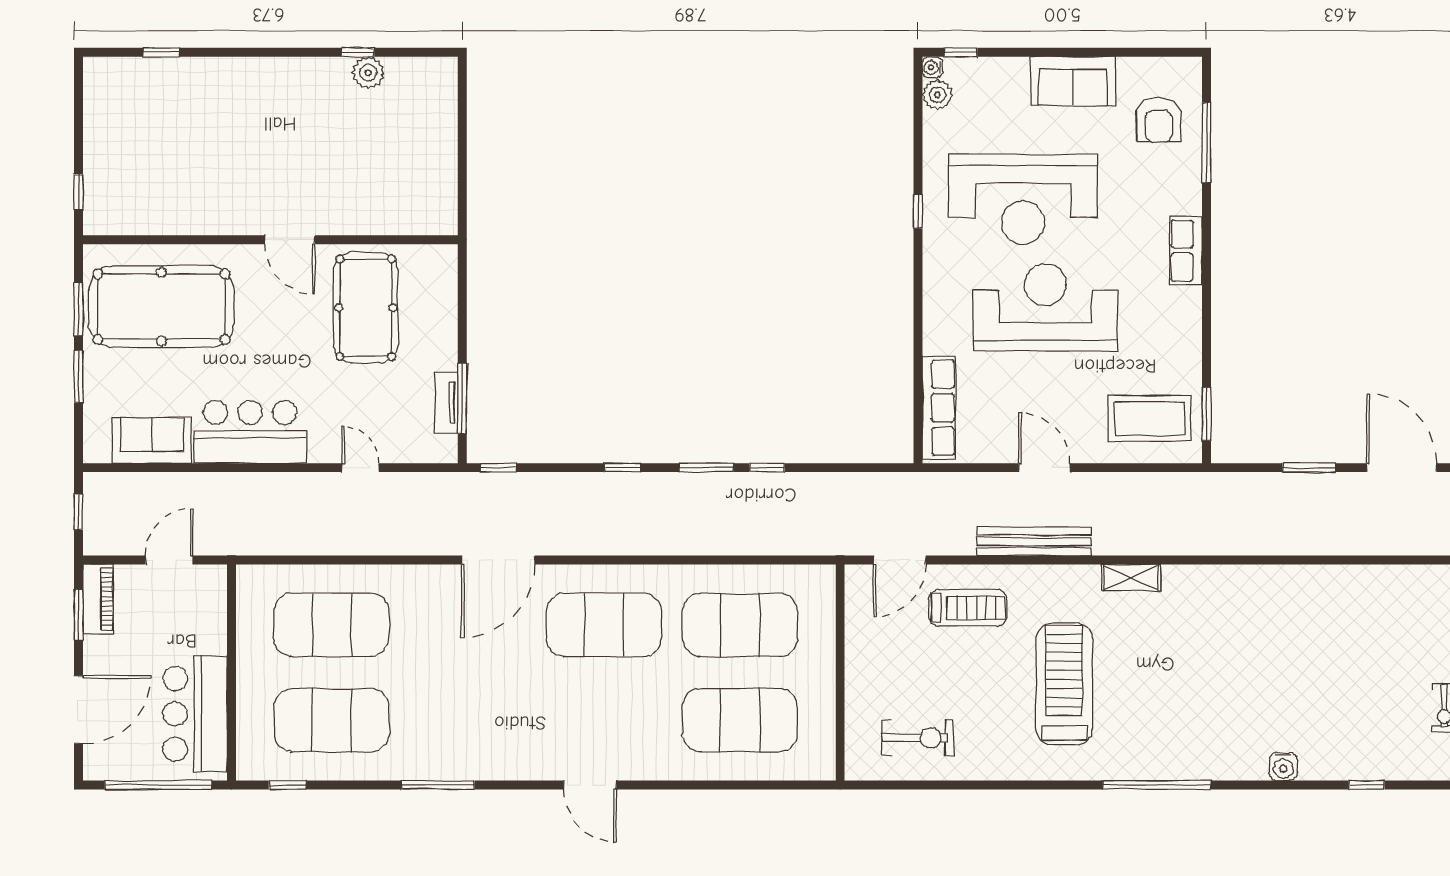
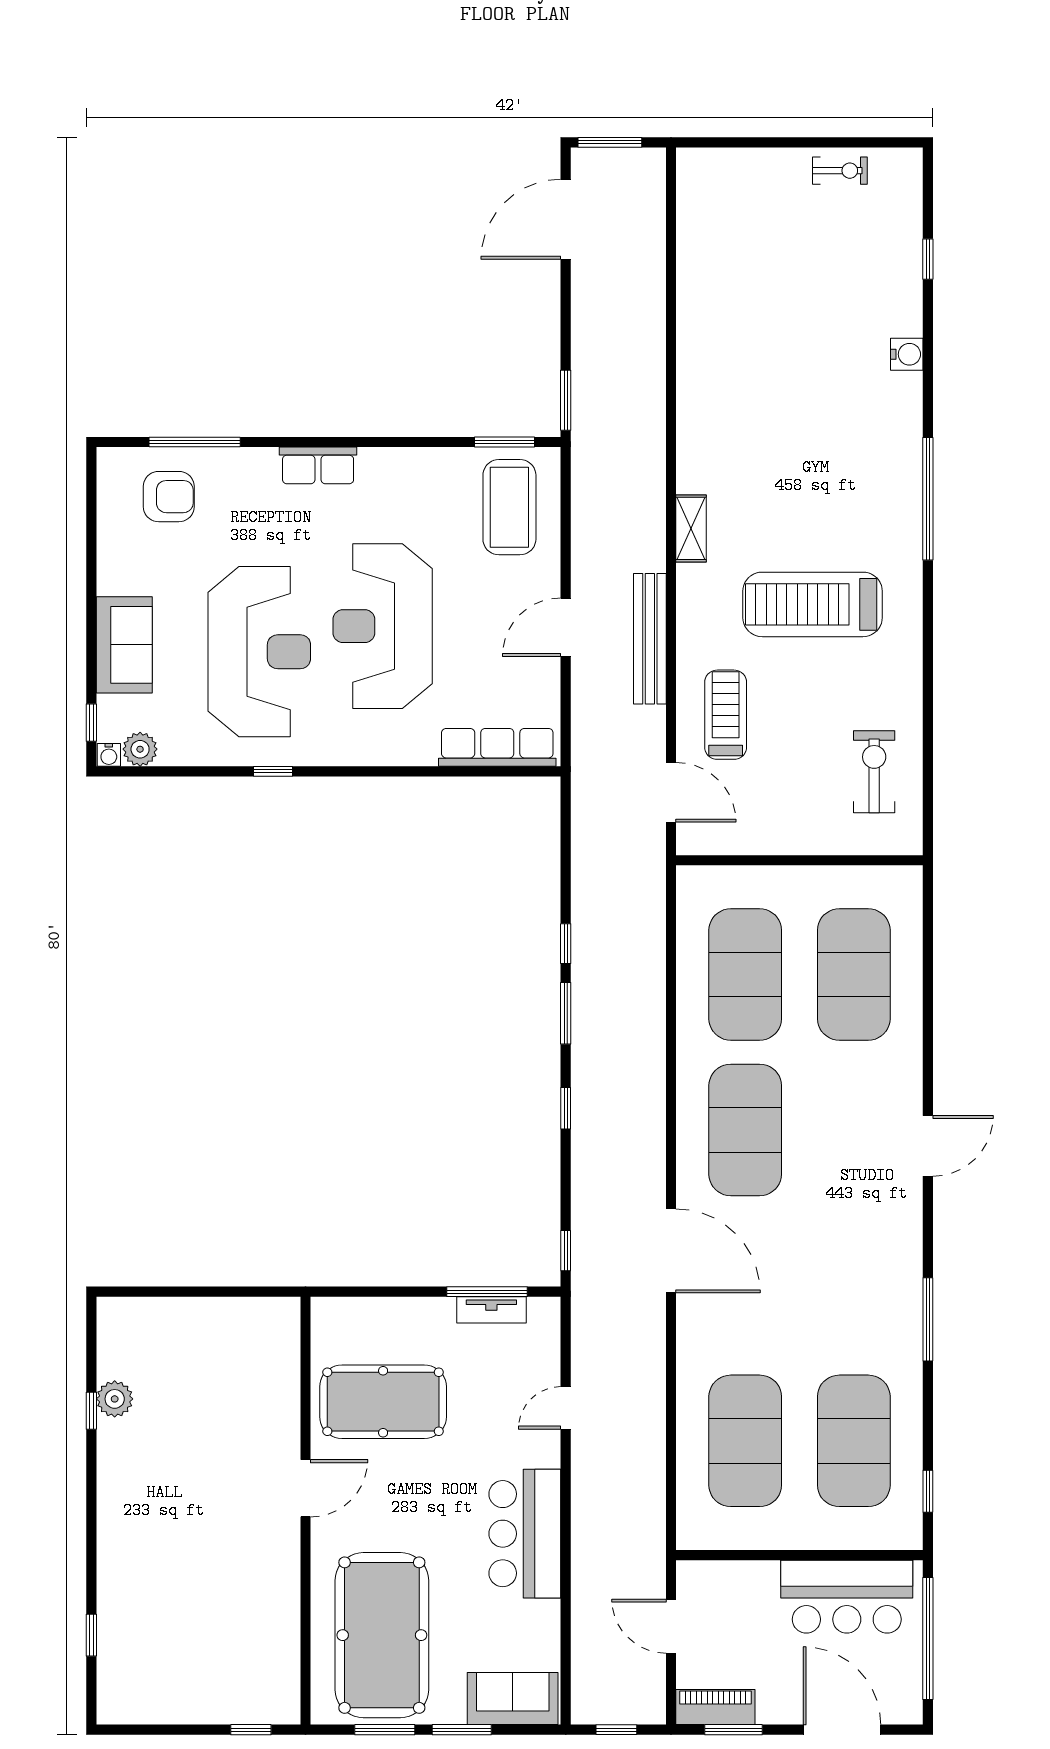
sofa: (1073, 81) -> (124, 645), moved
sofa: (152, 440) -> (513, 1699), moved, turned 90
window: (1309, 468) -> (566, 400), moved

